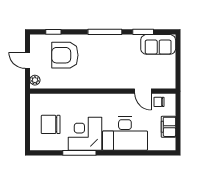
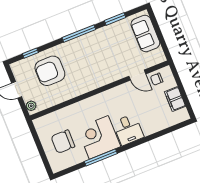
sofa: (158, 44) -> (145, 34), moved, turned 90
desk: (125, 134) -> (128, 130), width x0.53, depth x0.77

